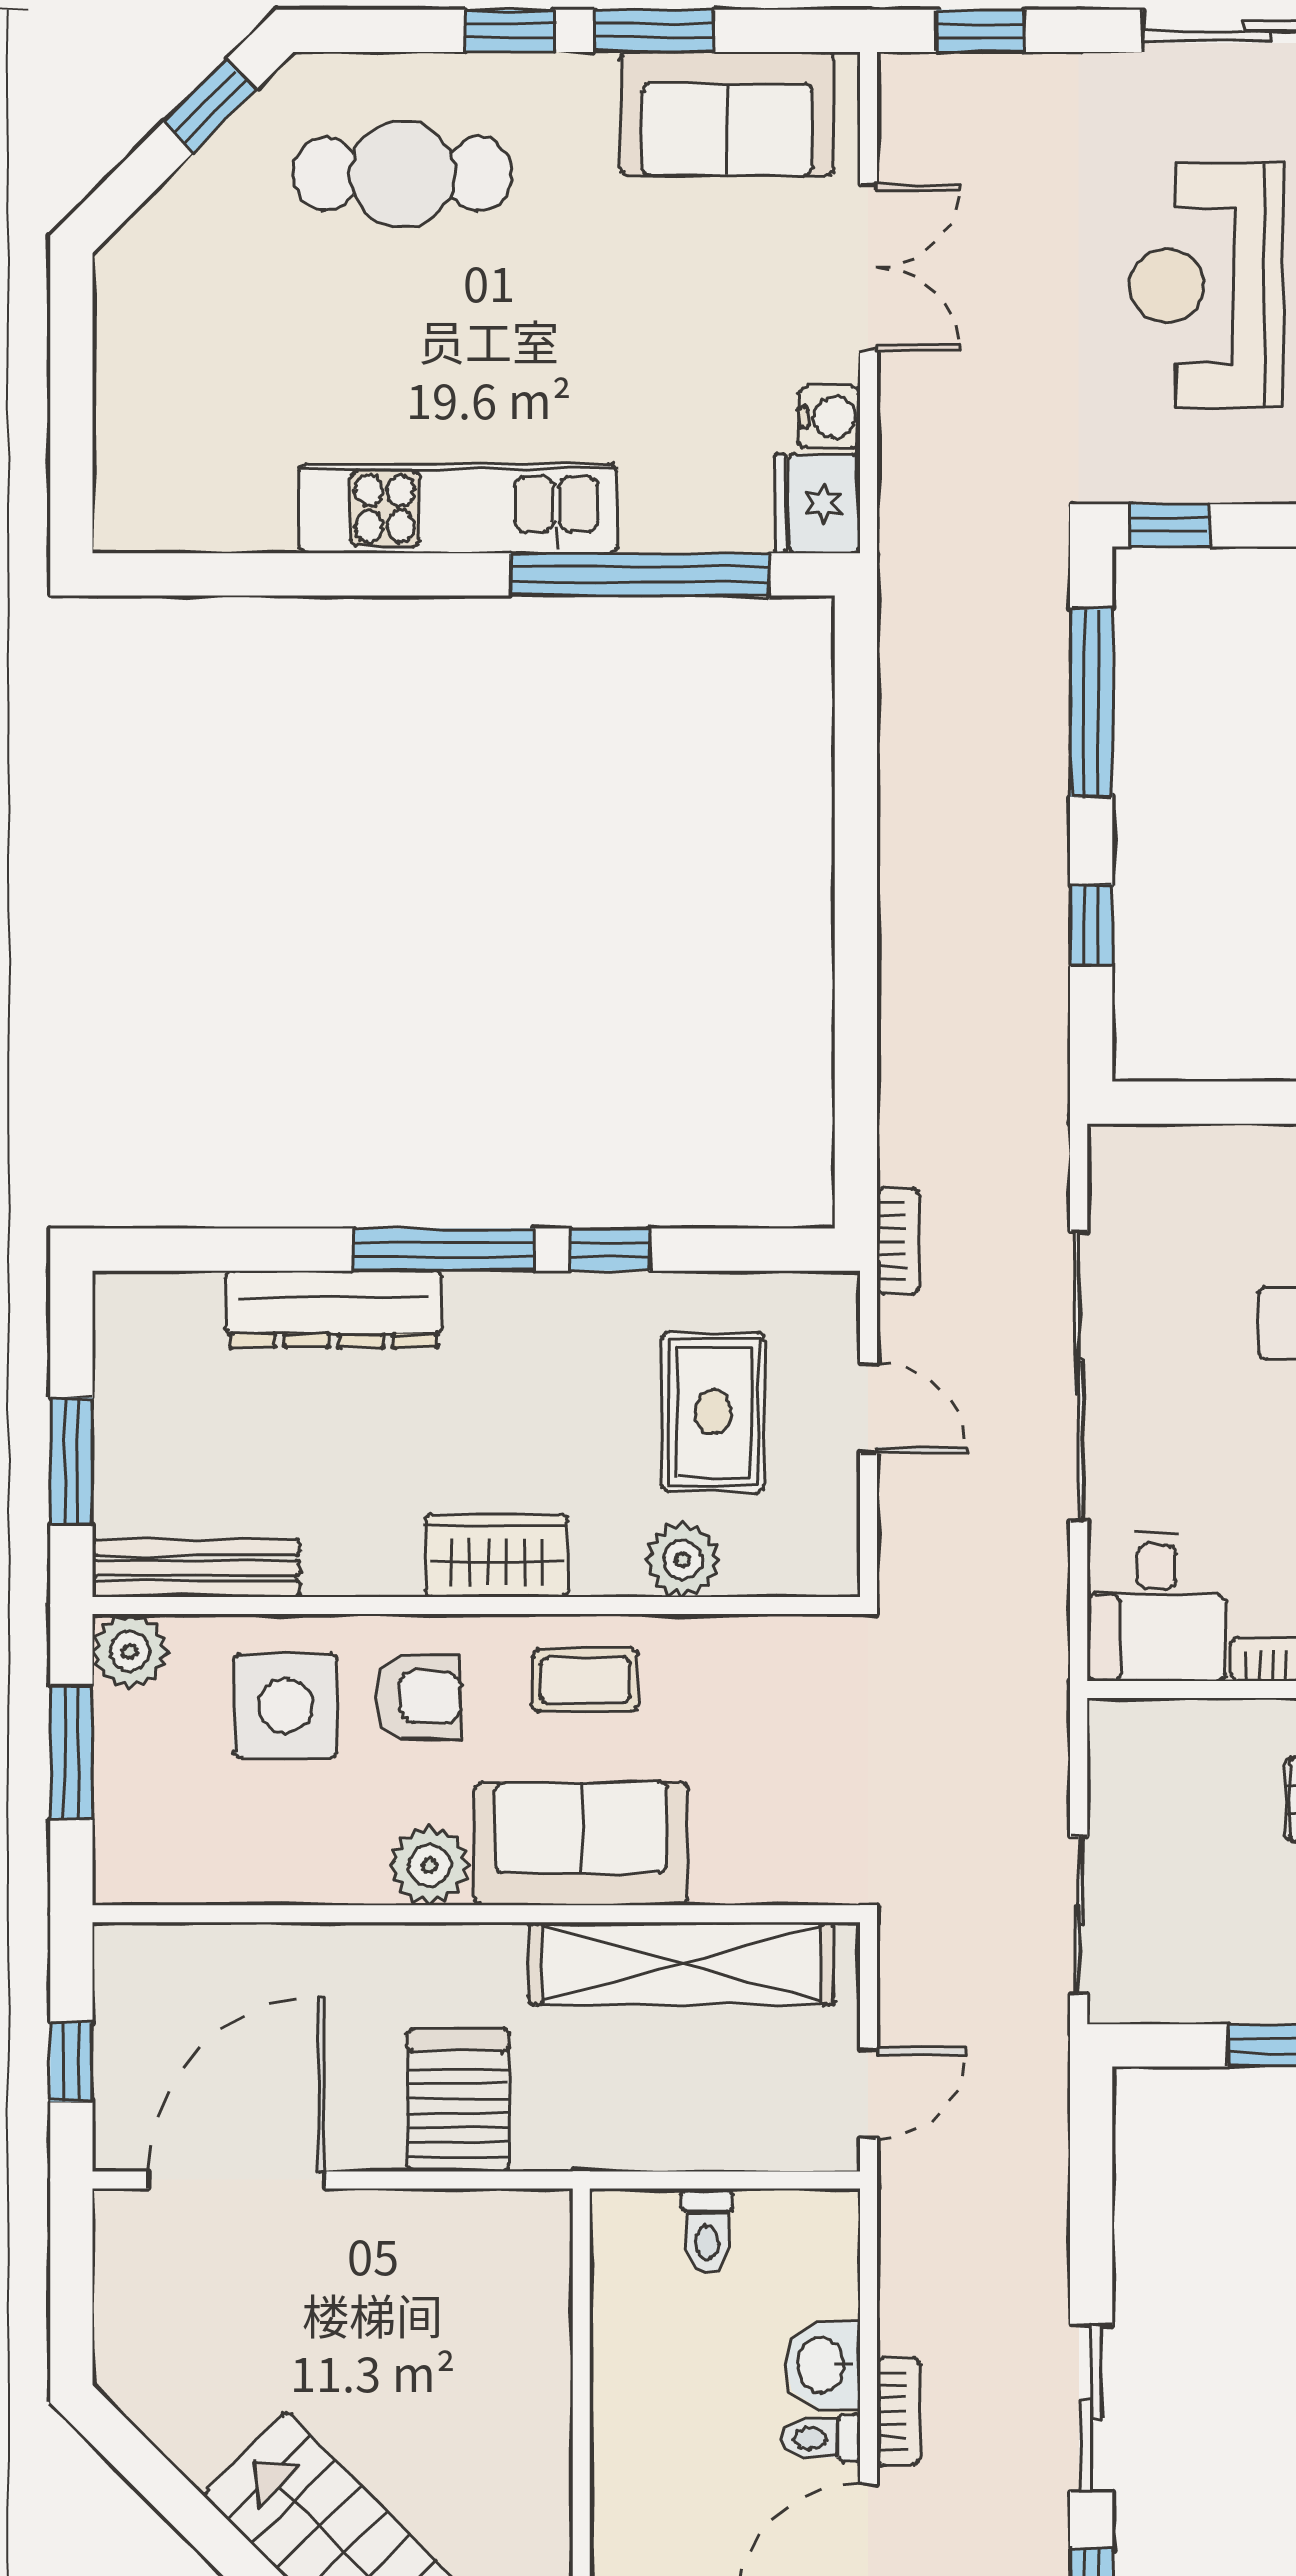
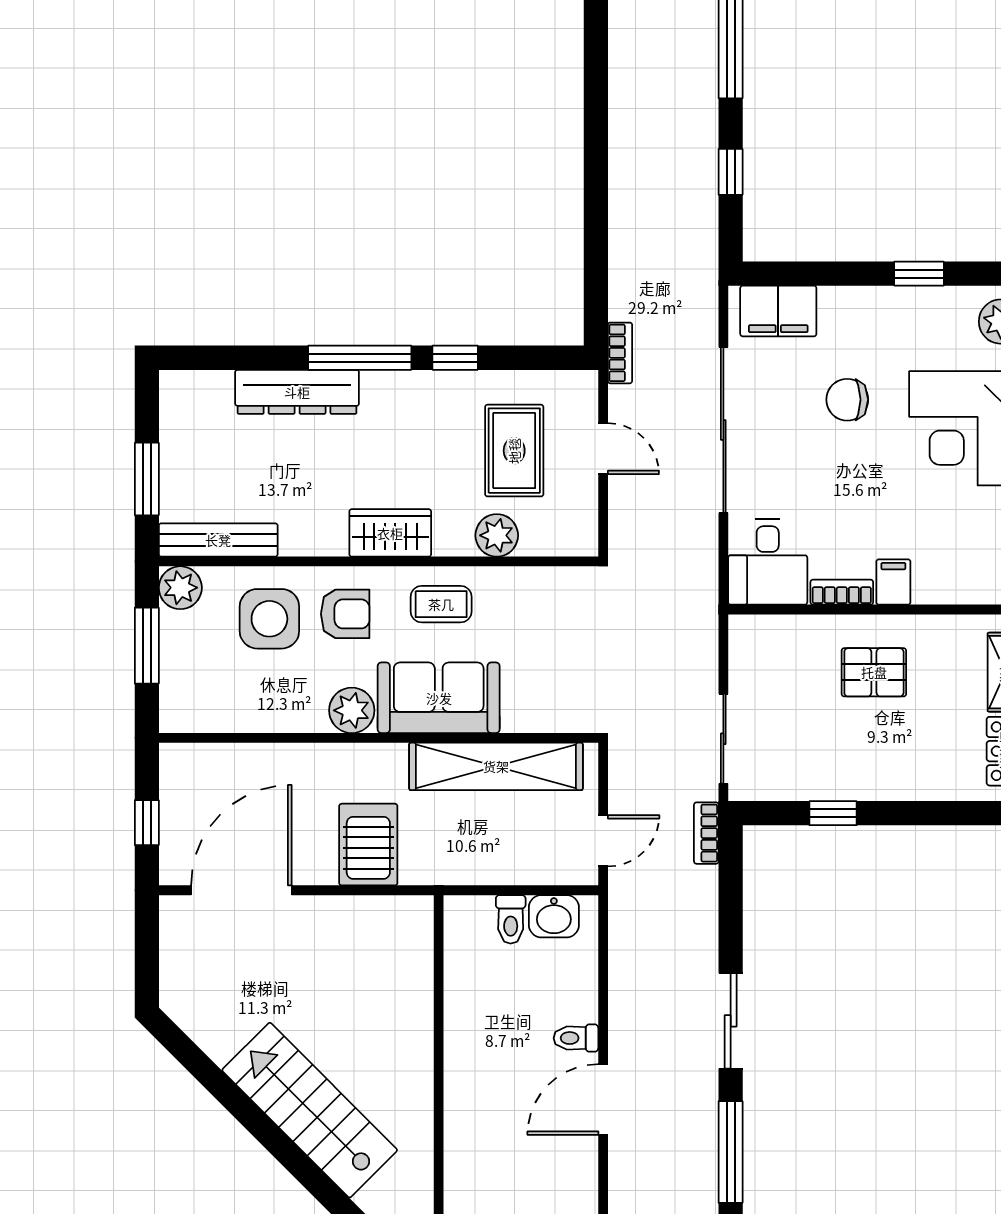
filing cabinet: (1175, 1168) -> (778, 311), added
washbasin: (823, 2365) -> (554, 916), moved, turned -90
bookcase: (898, 2411) -> (706, 833), moved, turned 180

